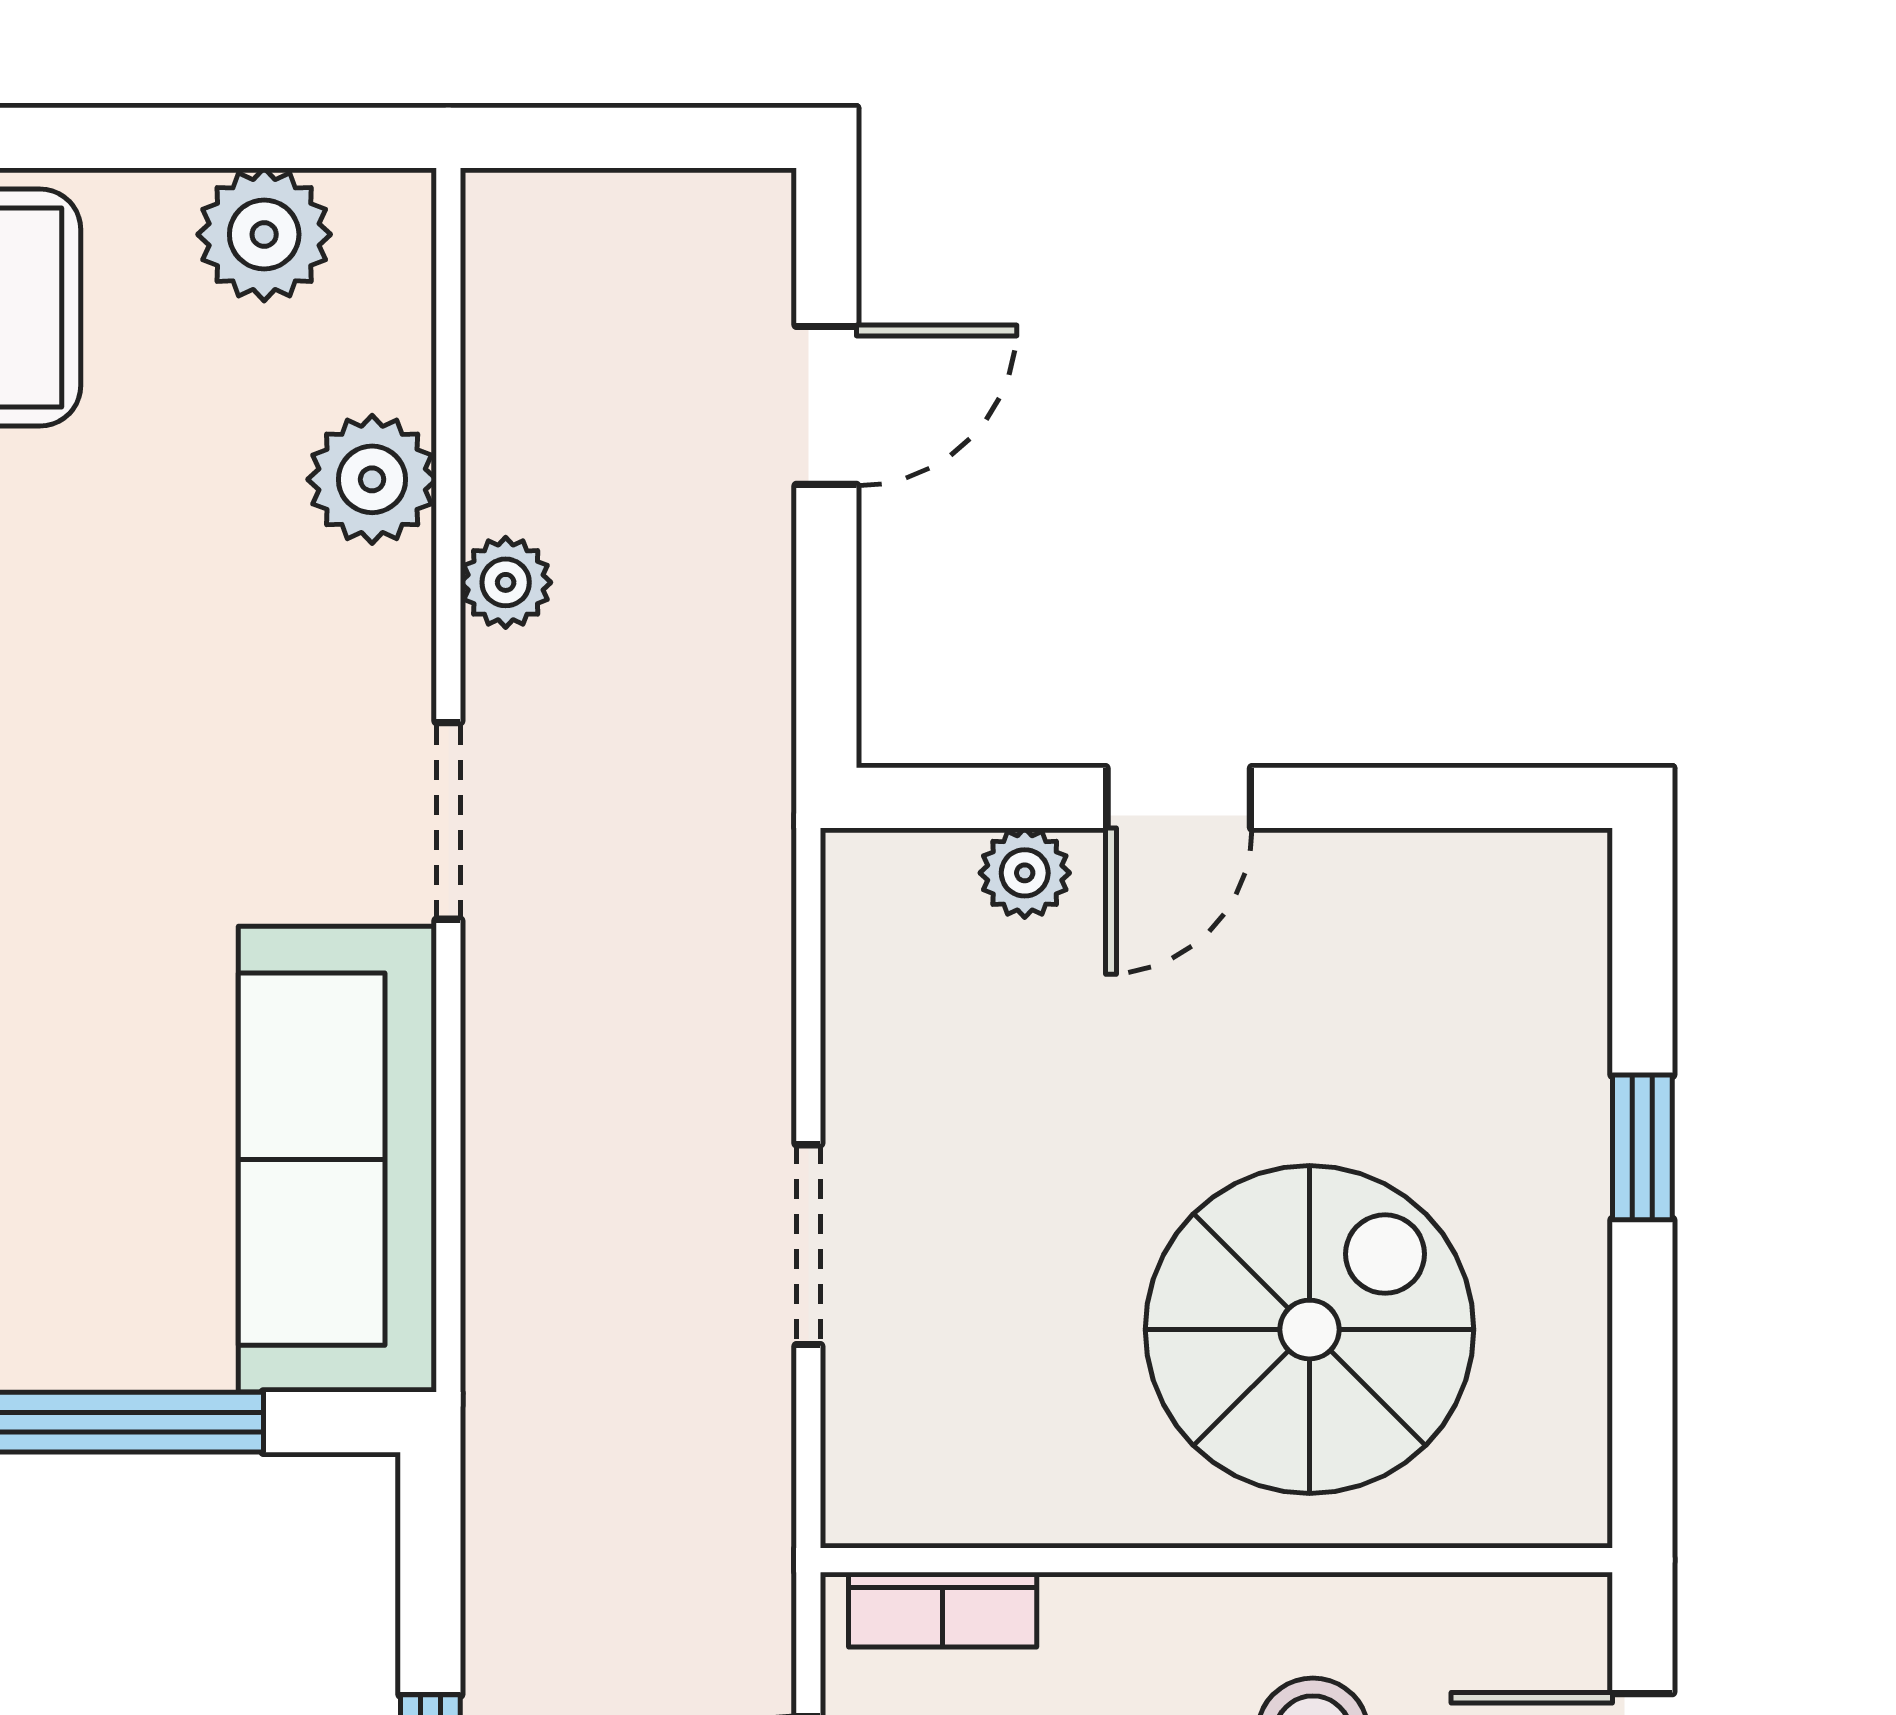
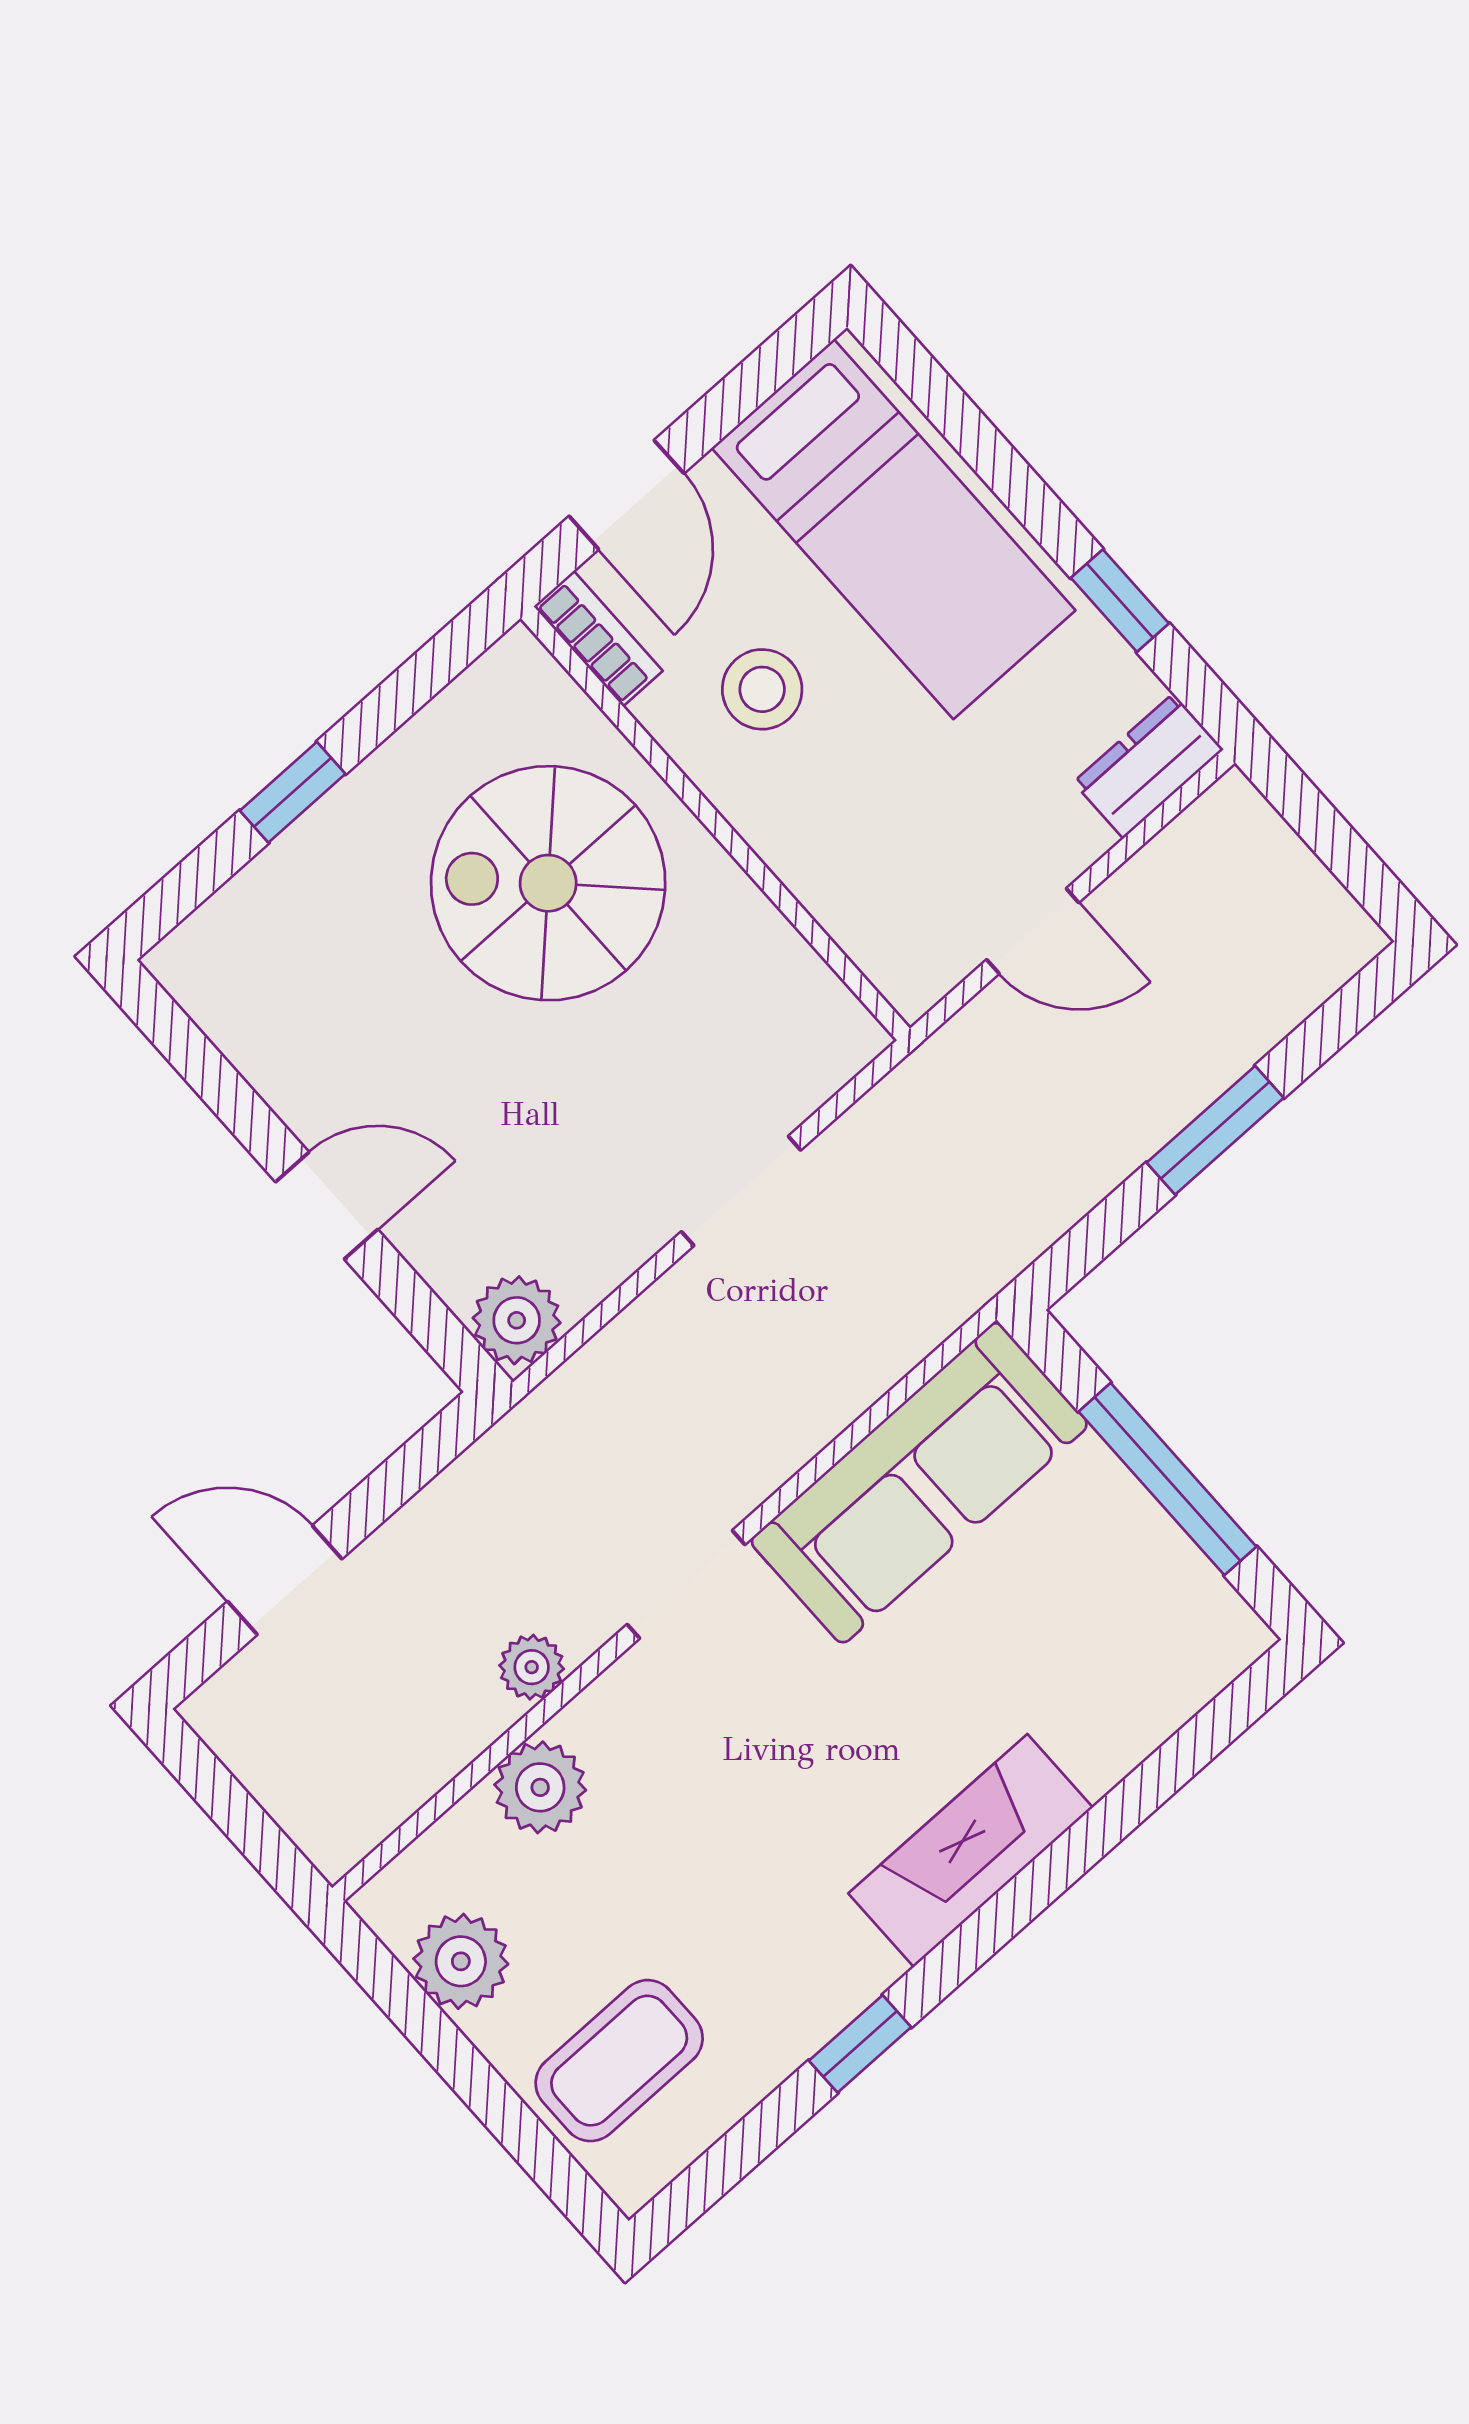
plant: (1025, 873) -> (517, 1320), moved, width x1.38, depth x1.38
bookcase: (943, 1610) -> (598, 639), moved

